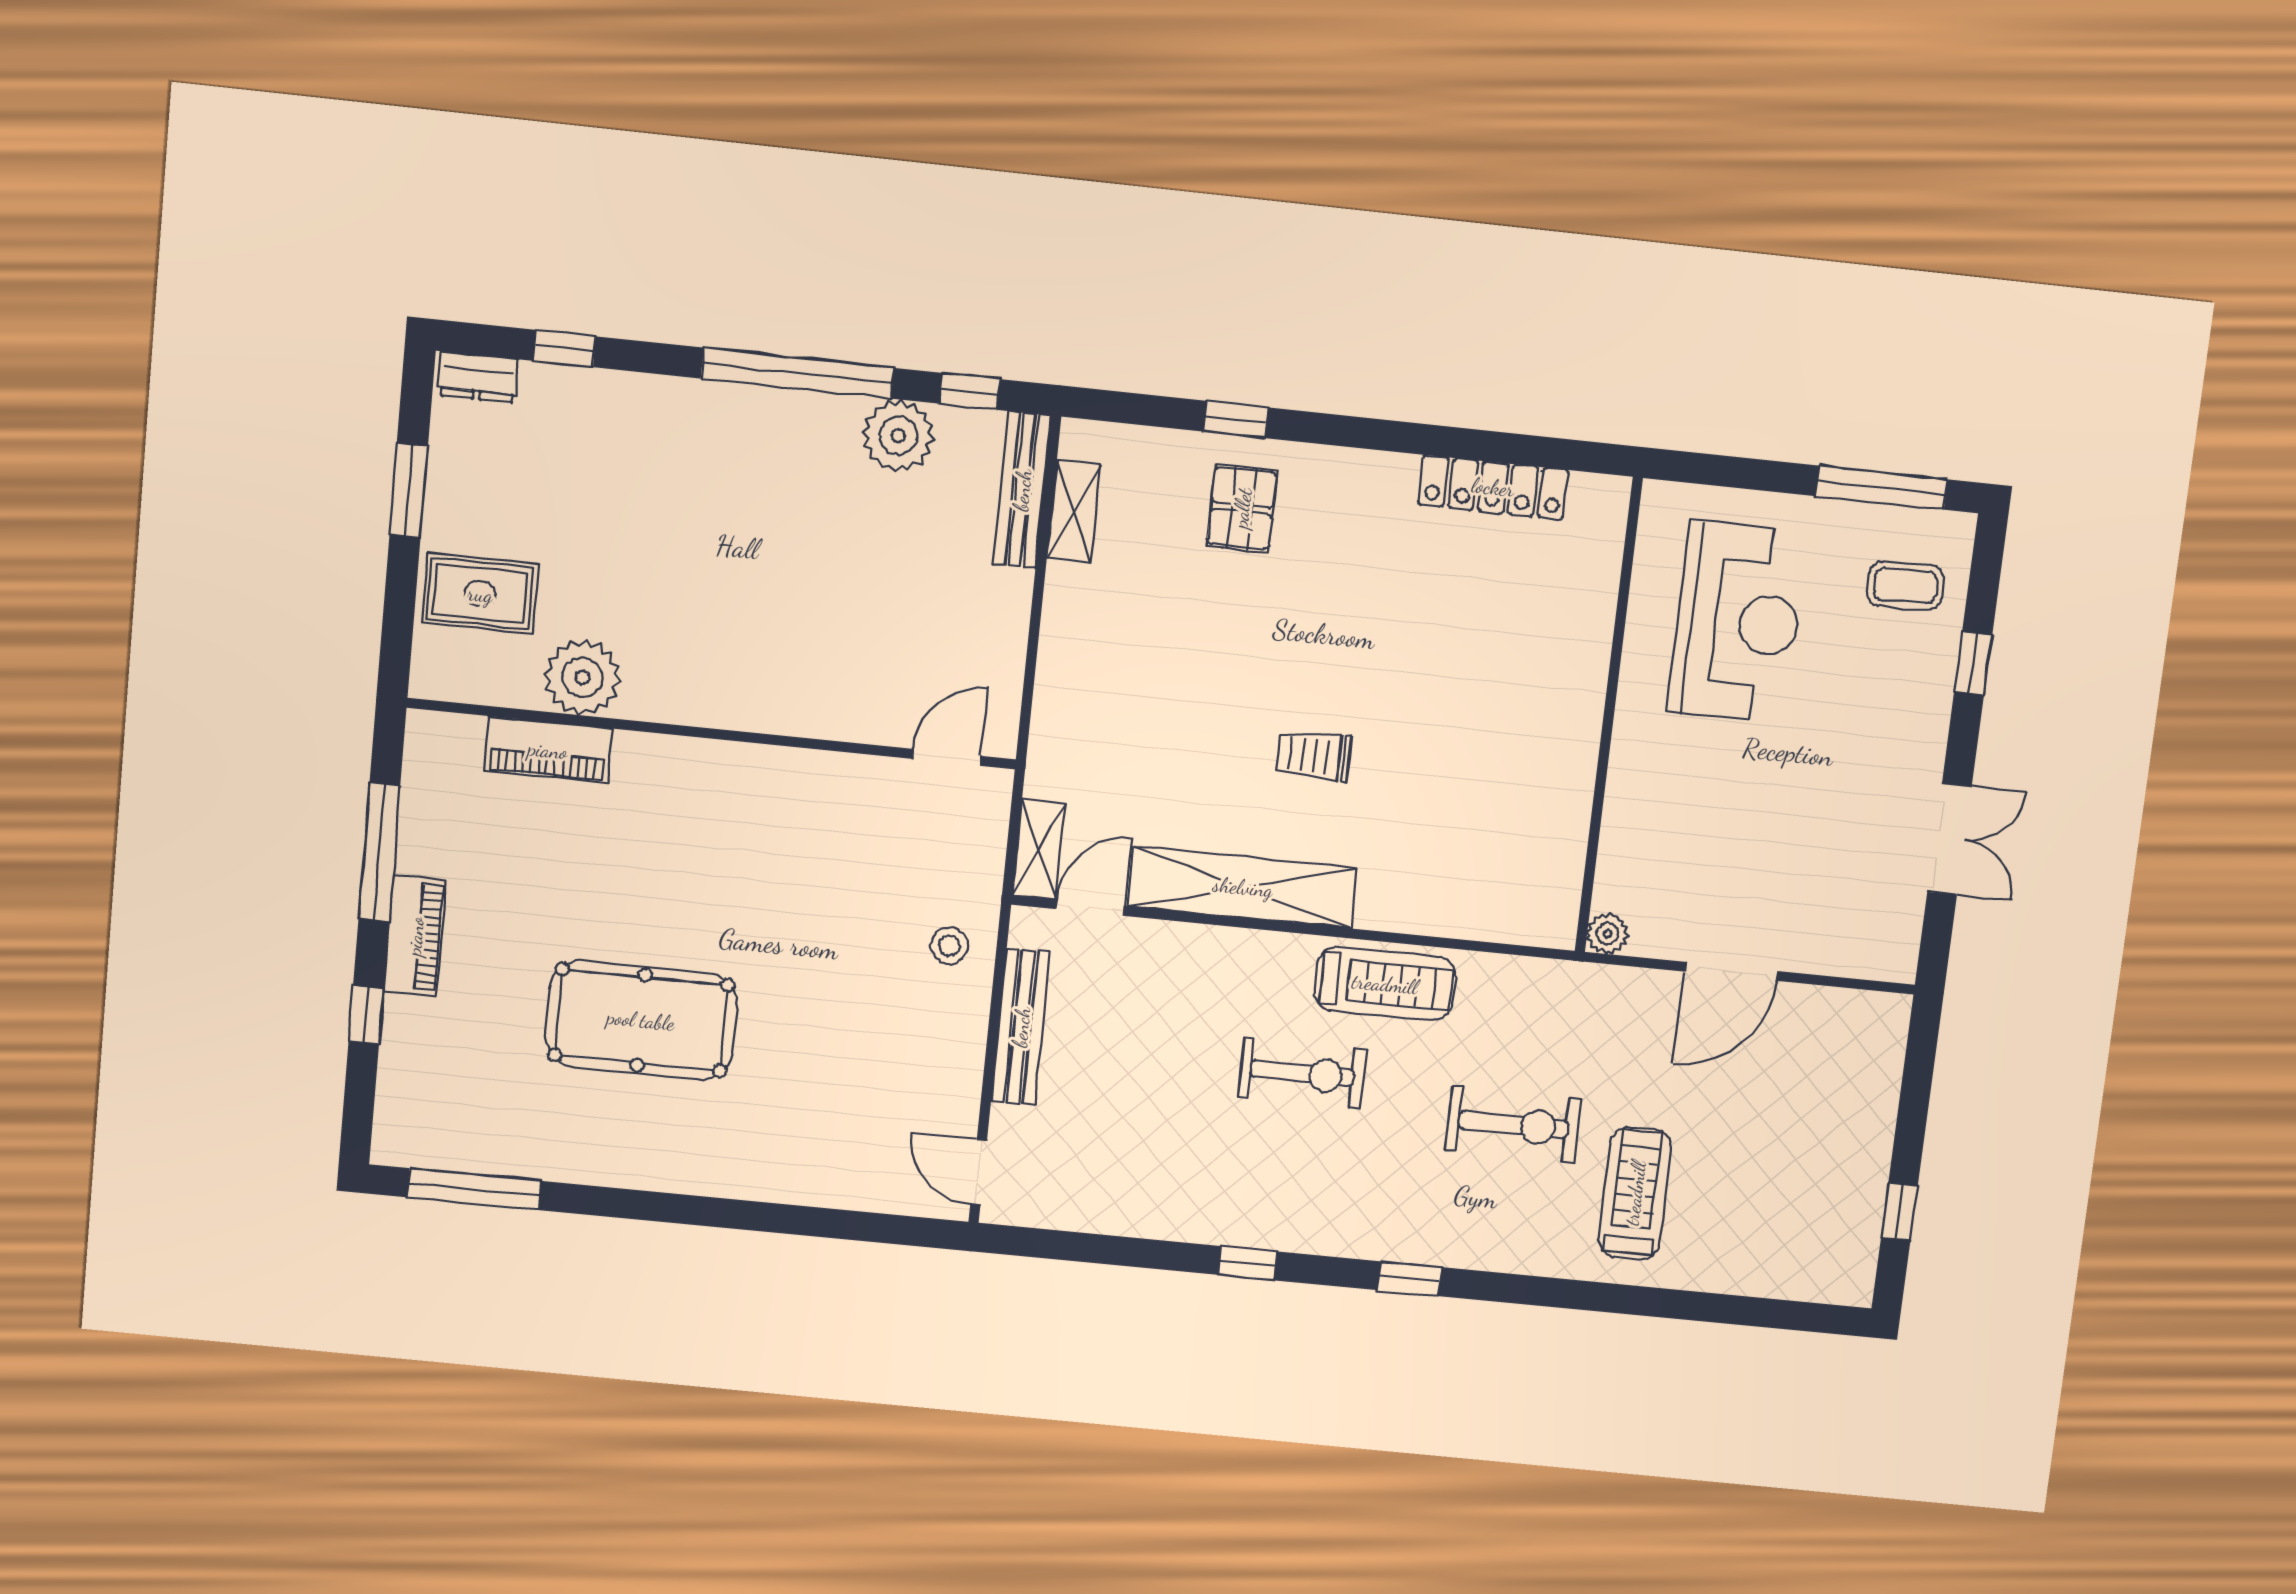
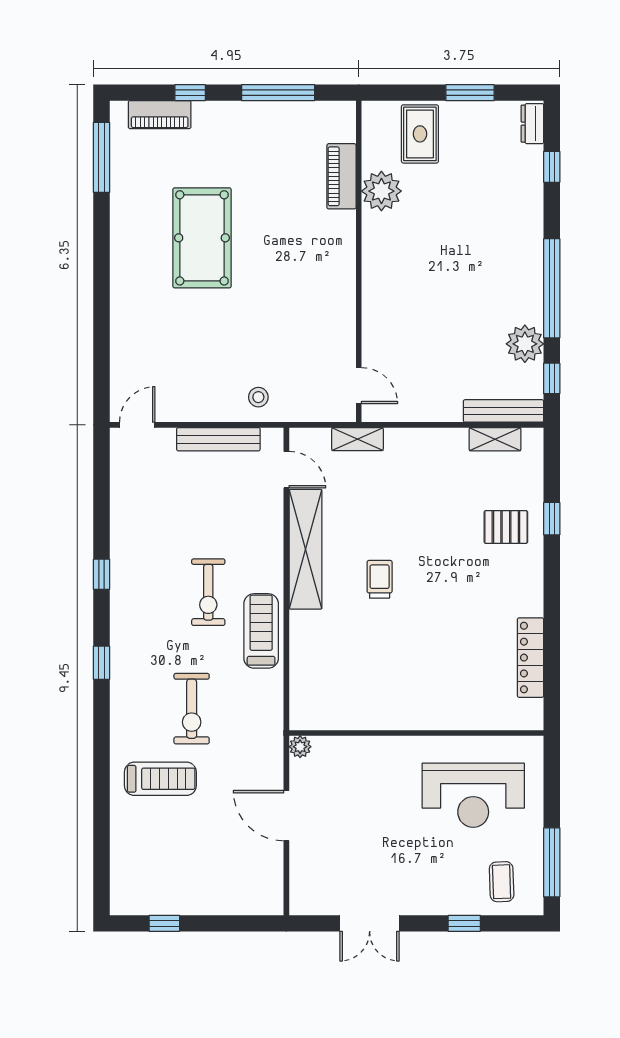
shelving: (1039, 849) -> (357, 439), moved
piano: (415, 936) -> (160, 115), moved
treadmill: (1385, 984) -> (261, 631), turned 180

